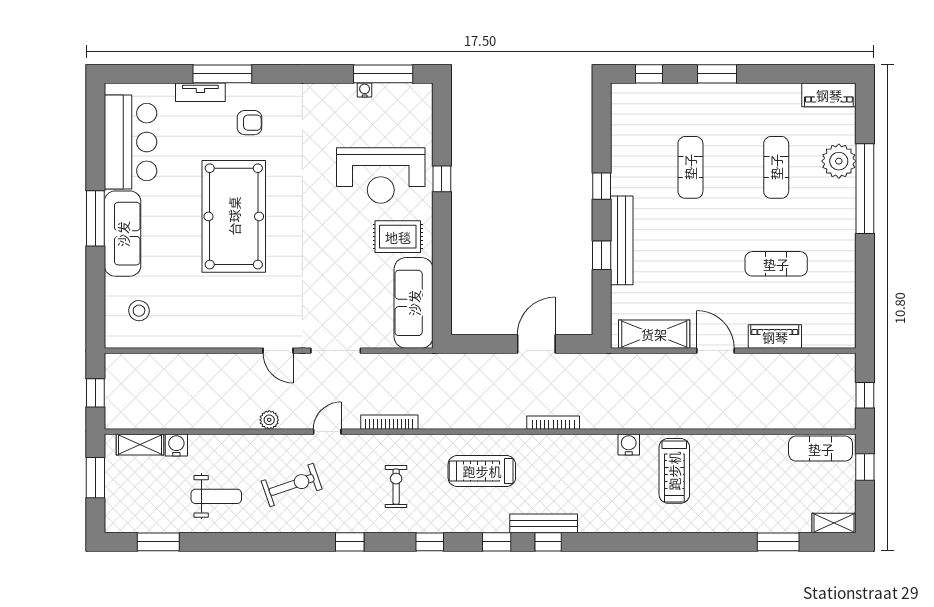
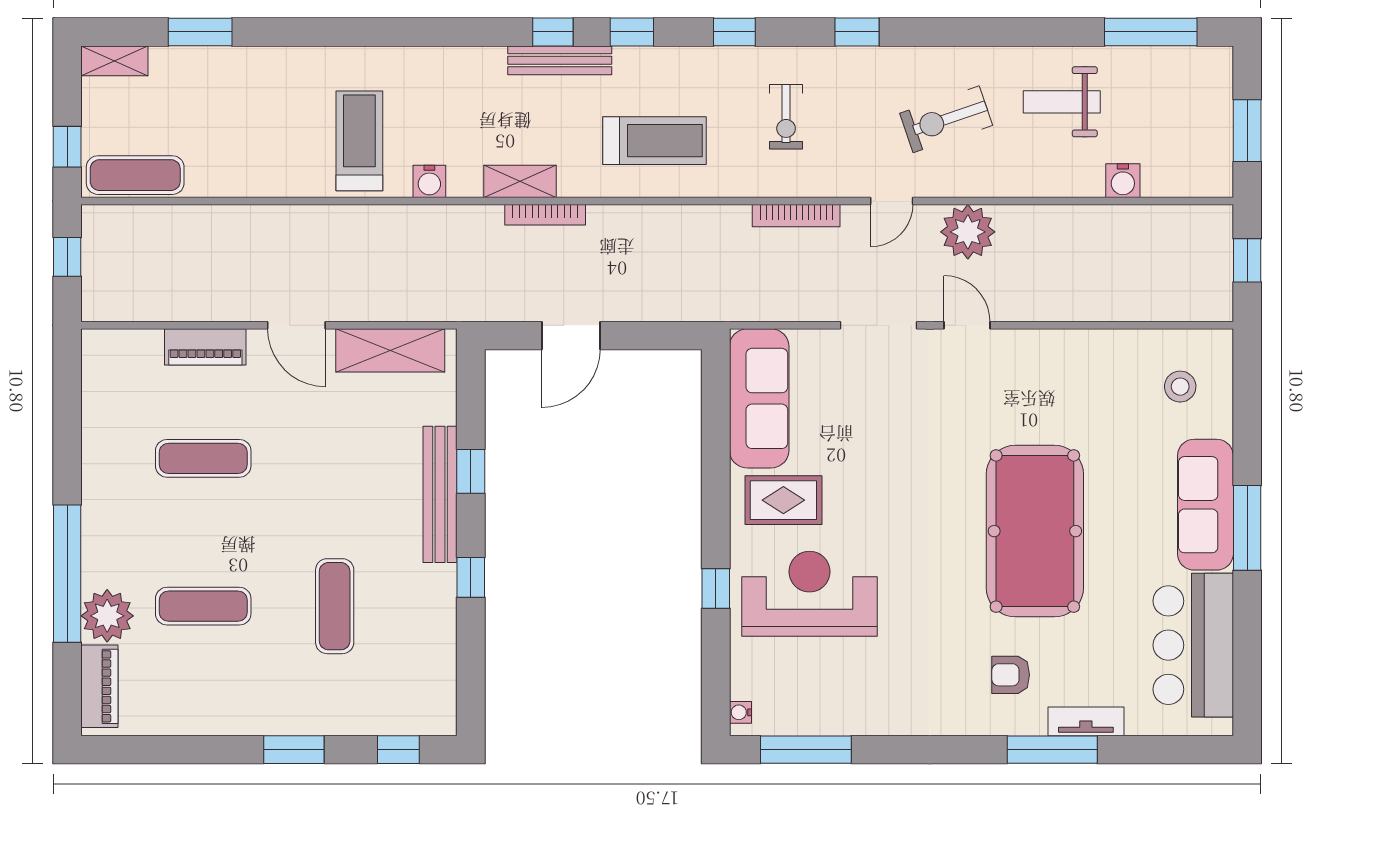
water cooler: (365, 90) -> (740, 712), moved, turned 90
piano: (829, 95) -> (99, 686), moved, turned 90
exercise mat: (776, 167) -> (203, 606), turned 90
plant: (269, 420) -> (968, 232), width x1.87, depth x1.87
shelving: (140, 444) -> (520, 181), moved
window: (158, 542) -> (1151, 32), width x1.44

